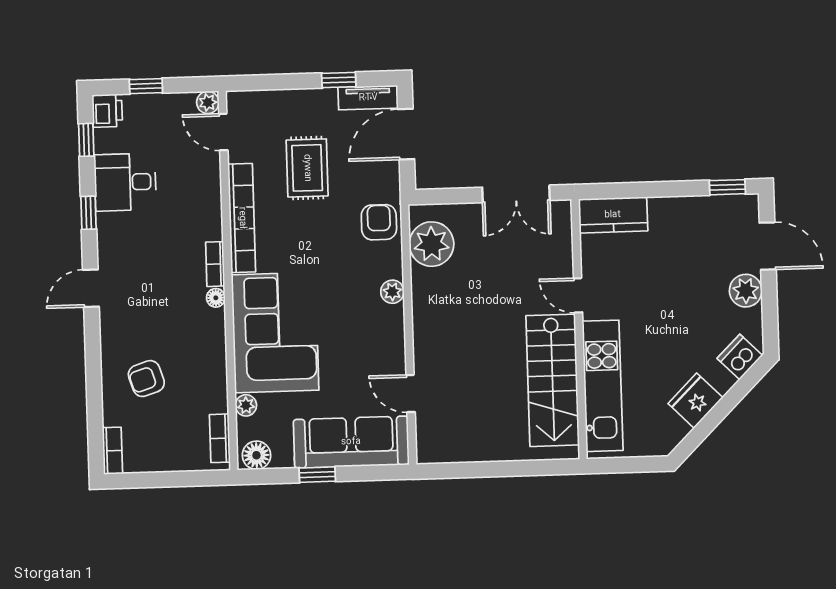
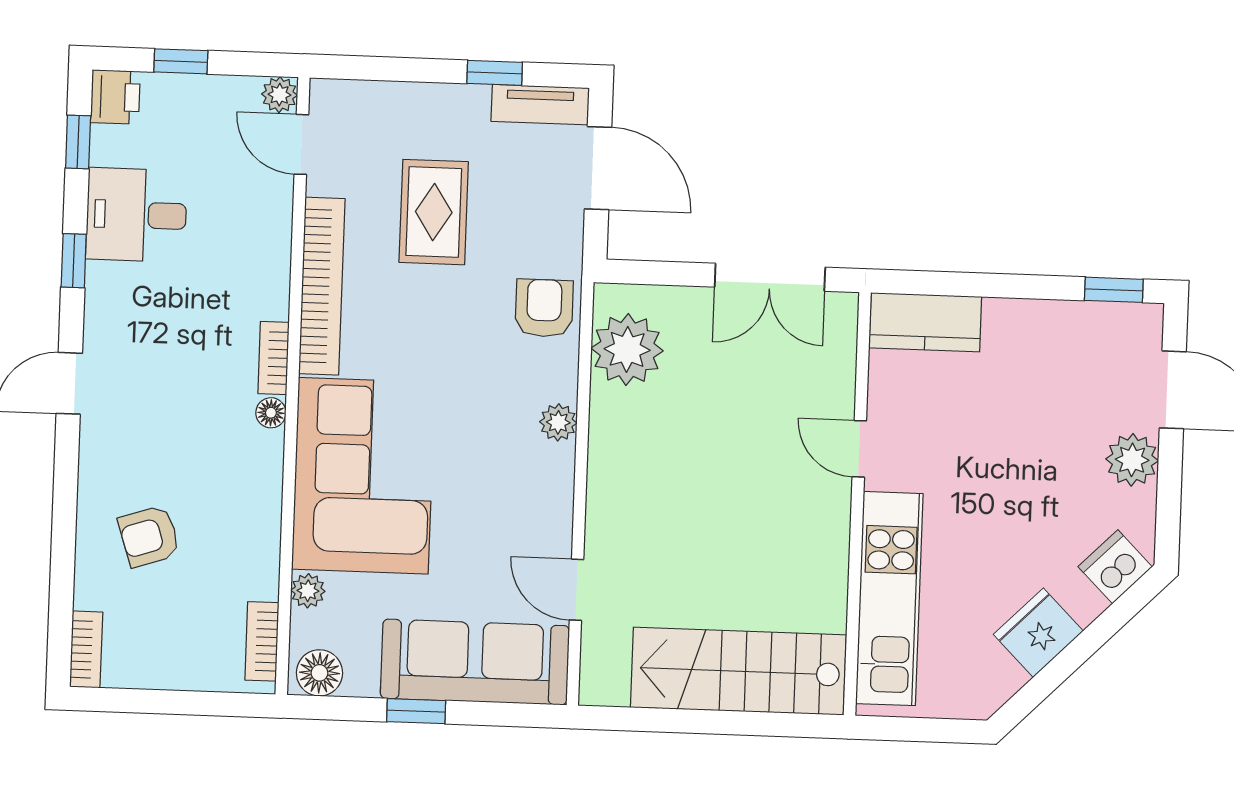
door: (406, 134) -> (598, 168), swing flipped
stairs: (553, 380) -> (738, 671), moved, turned 90

